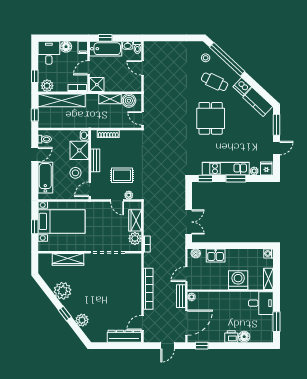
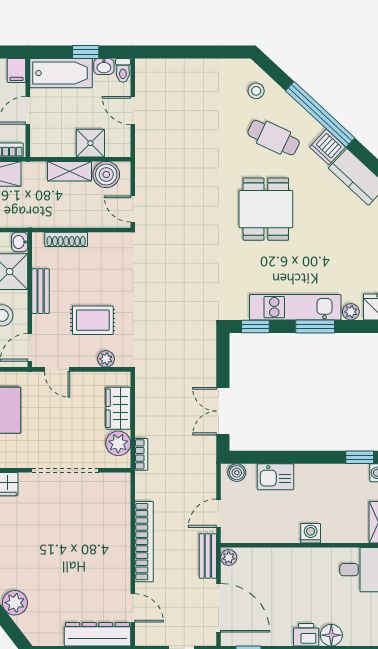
window: (105, 38) -> (86, 52), moved
window: (227, 59) -> (320, 114), moved
shower: (97, 85) -> (90, 143), moved
door: (117, 201) -> (57, 369), moved
double door: (189, 222) -> (223, 411), swing flipped
window: (259, 246) -> (360, 457), added
washing machine: (238, 280) -> (311, 533), width x0.53, depth x0.53
door: (142, 323) -> (133, 608), swing flipped
door: (186, 323) -> (219, 608), hinge flipped

